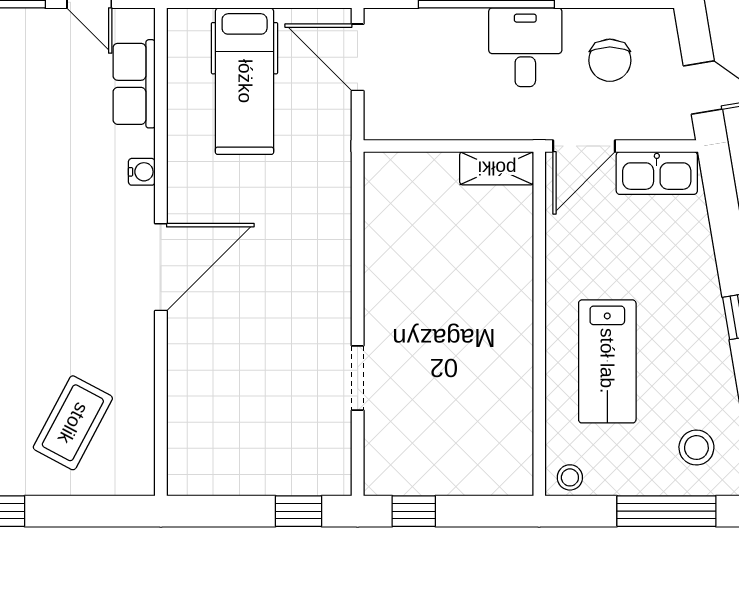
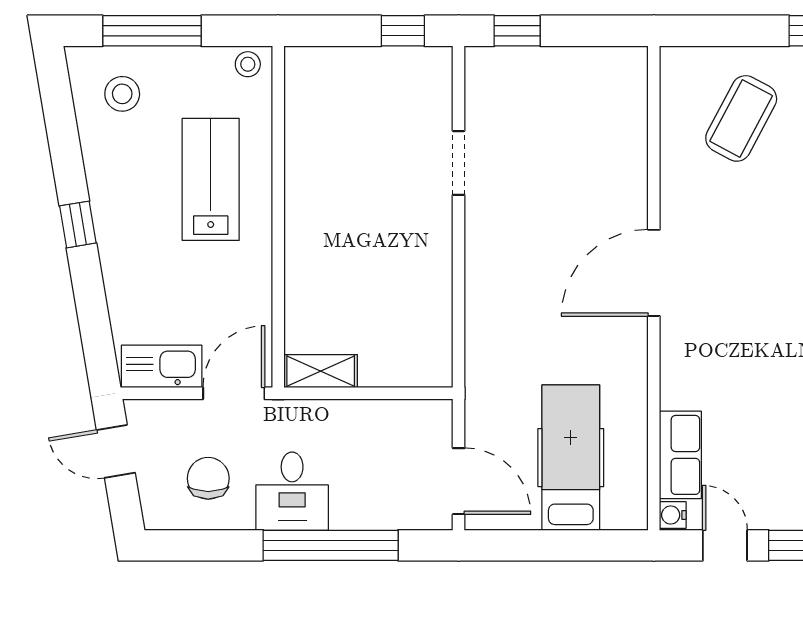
water cooler: (142, 172) -> (673, 515), moved

